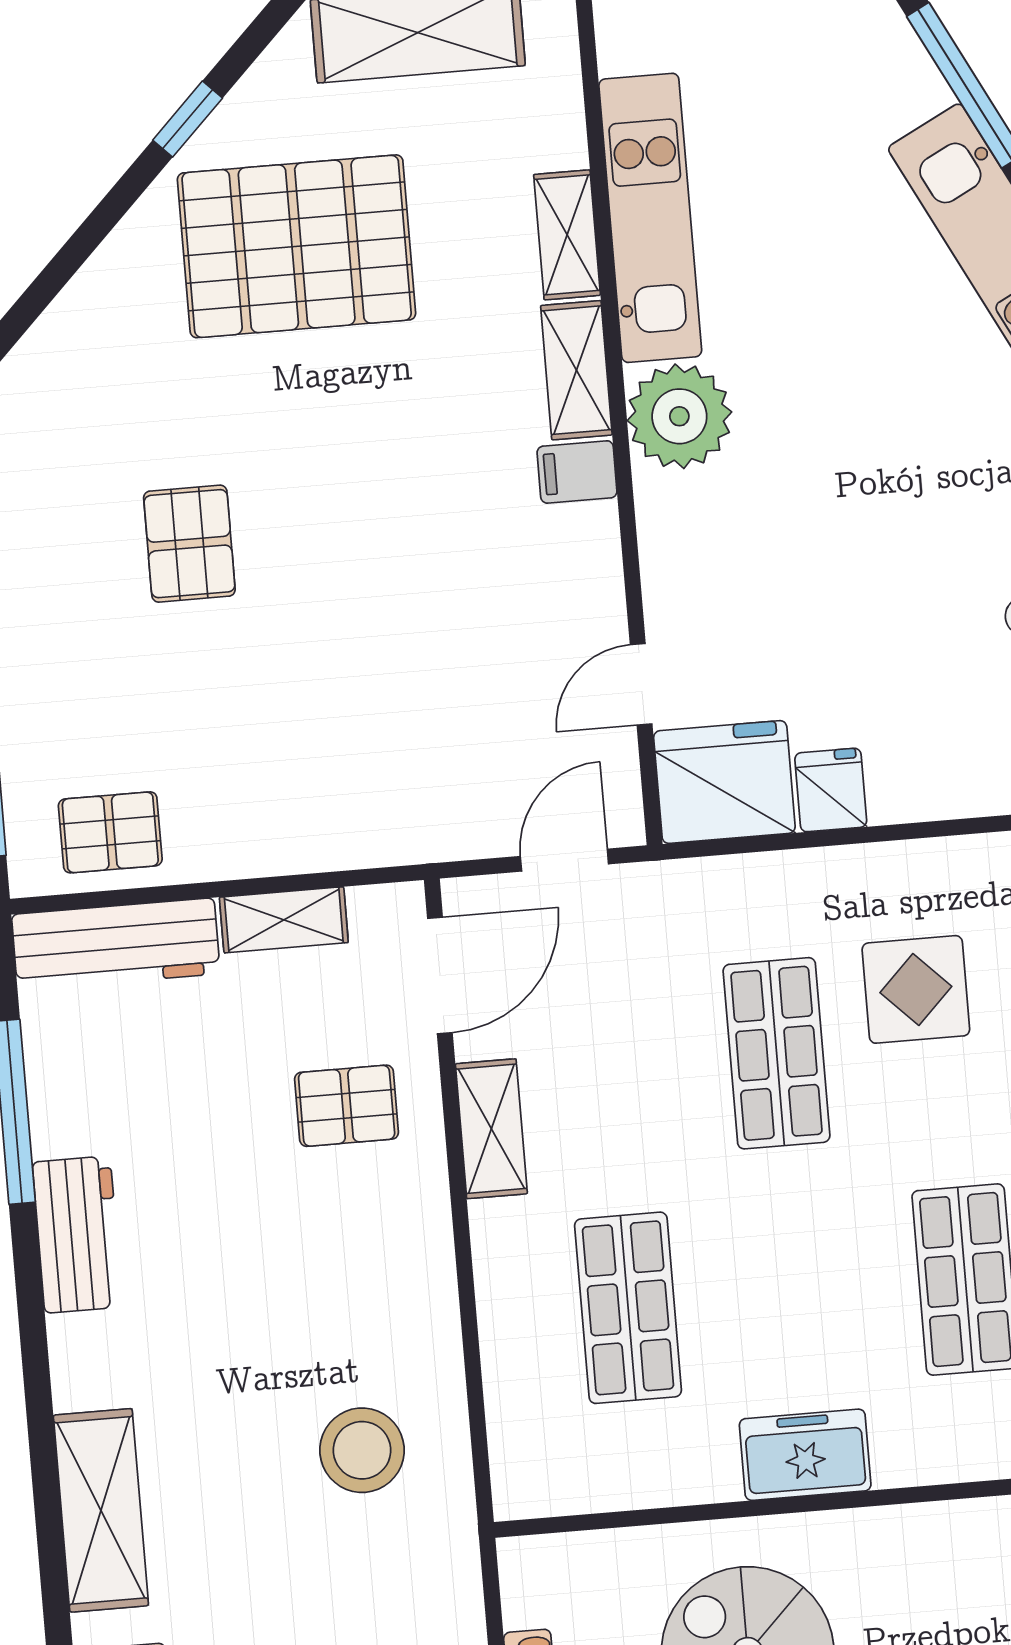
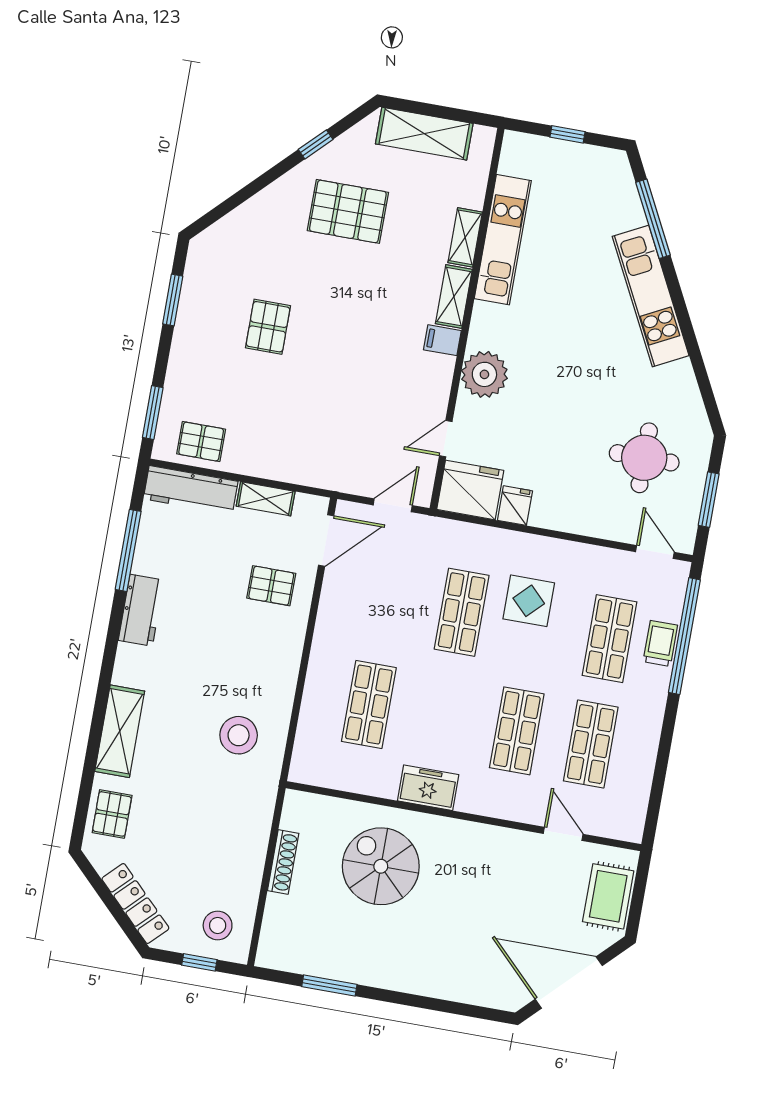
pallet: (297, 246) -> (348, 211), width x0.73, depth x0.71
plant: (679, 416) -> (484, 374), moved
shelving: (491, 1129) -> (331, 612), removed

